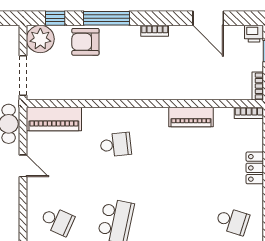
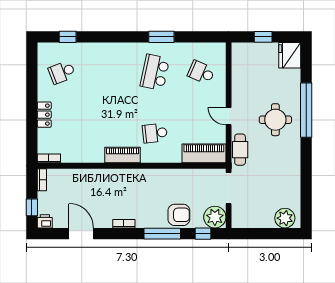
piano: (191, 117) -> (123, 155), moved
school desk: (232, 221) -> (62, 72), turned -39

